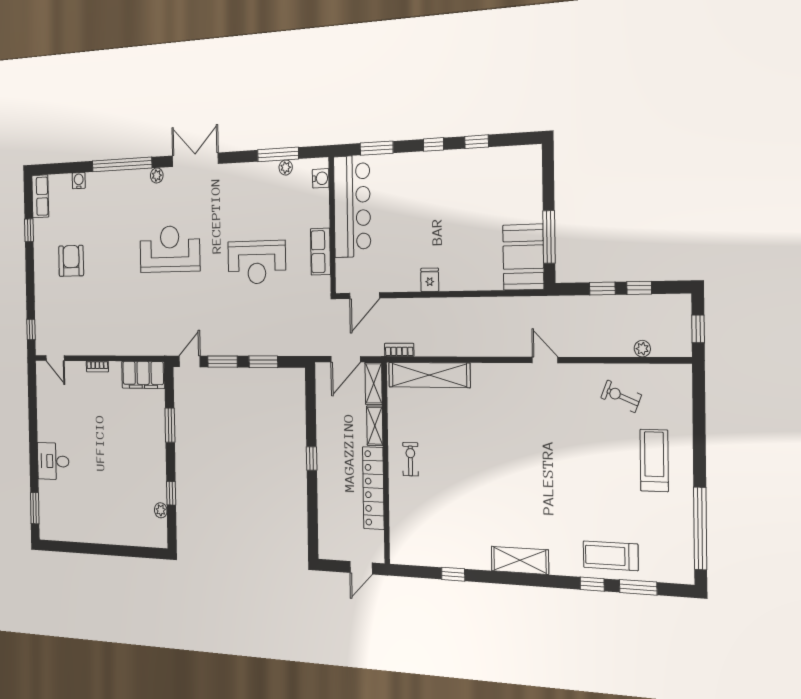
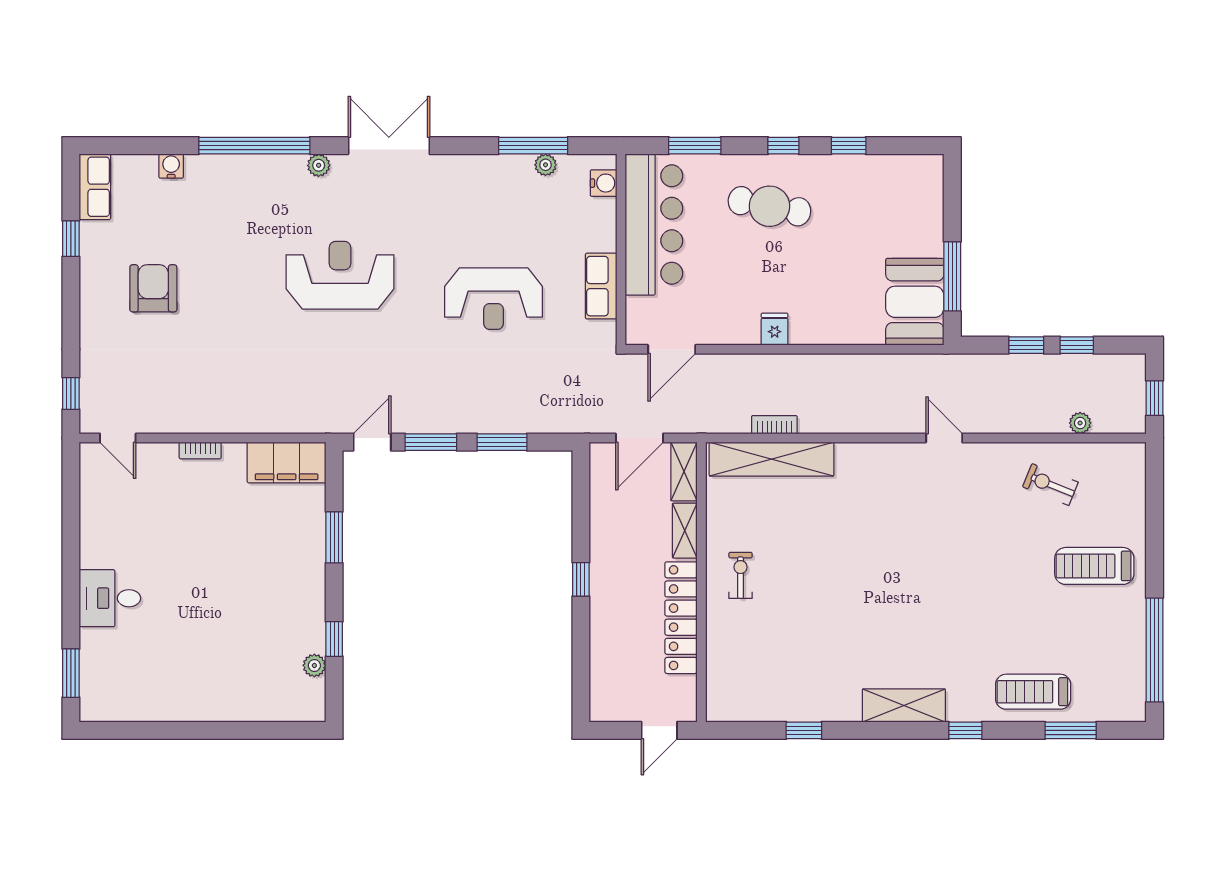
cafe table: (425, 190) -> (769, 206), added
bookcase: (399, 350) -> (774, 425), moved
treadmill: (654, 460) -> (1094, 566), turned -90
window: (592, 584) -> (965, 730), moved

